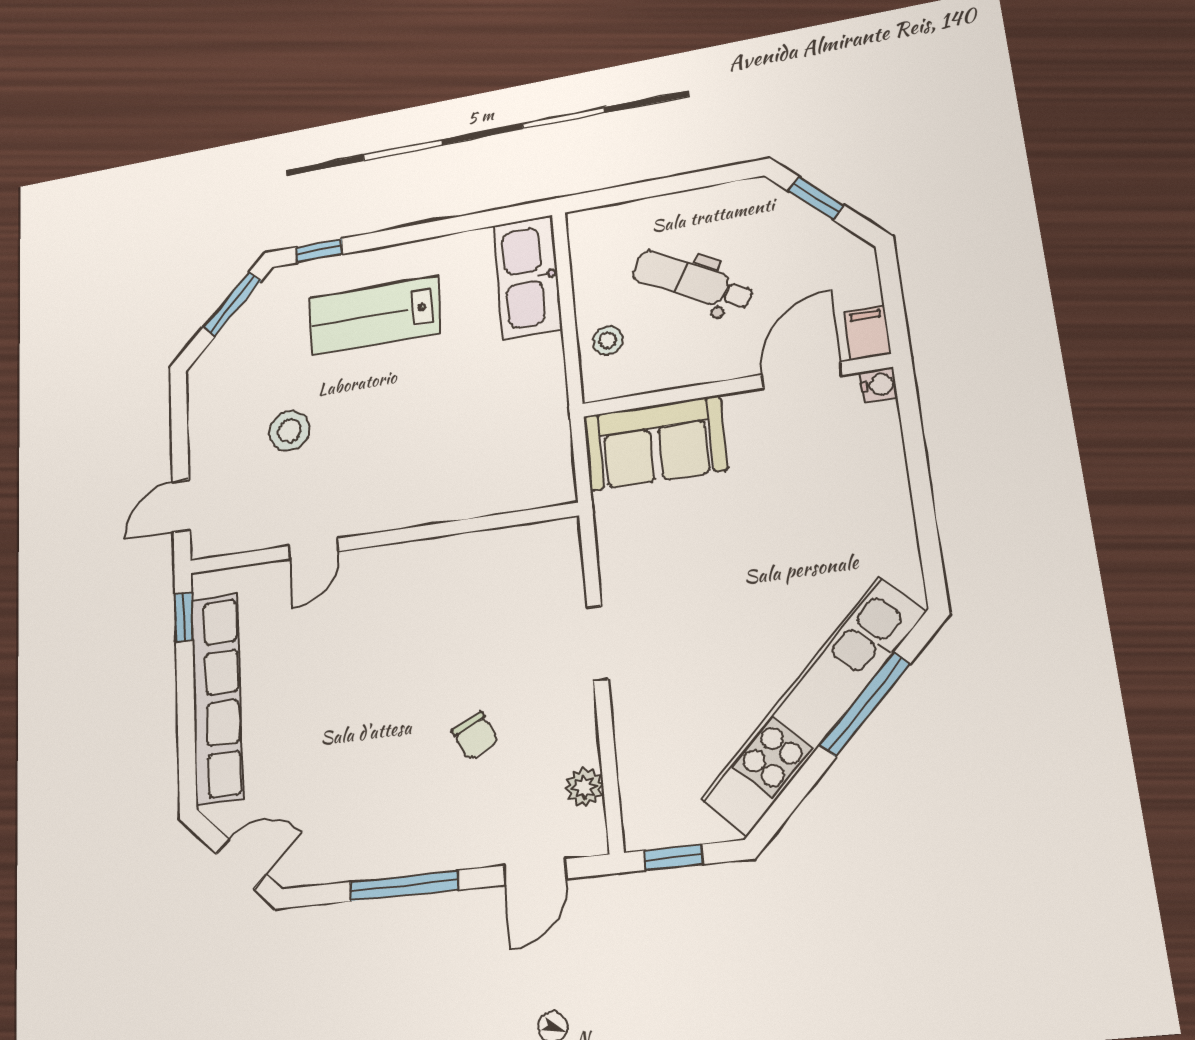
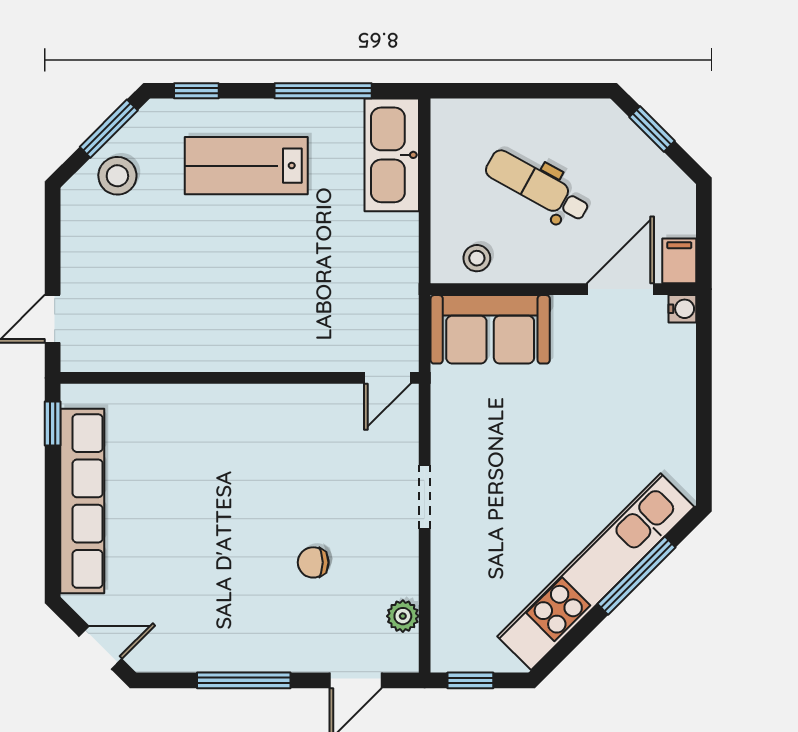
window: (450, 226) -> (323, 91), added
stool: (608, 341) -> (477, 258), moved
stool: (290, 431) -> (117, 176), moved
door: (314, 549) -> (387, 378), moved
chair: (475, 736) -> (313, 562), turned 115

